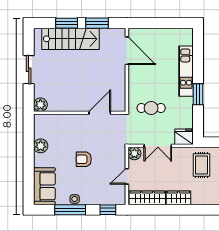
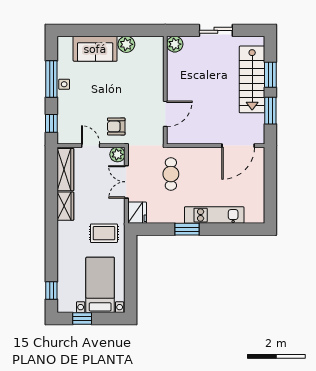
door: (100, 113) -> (165, 114), hinge flipped
armchair: (84, 159) -> (116, 126), moved, turned -90
sofa: (44, 186) -> (95, 49), moved

